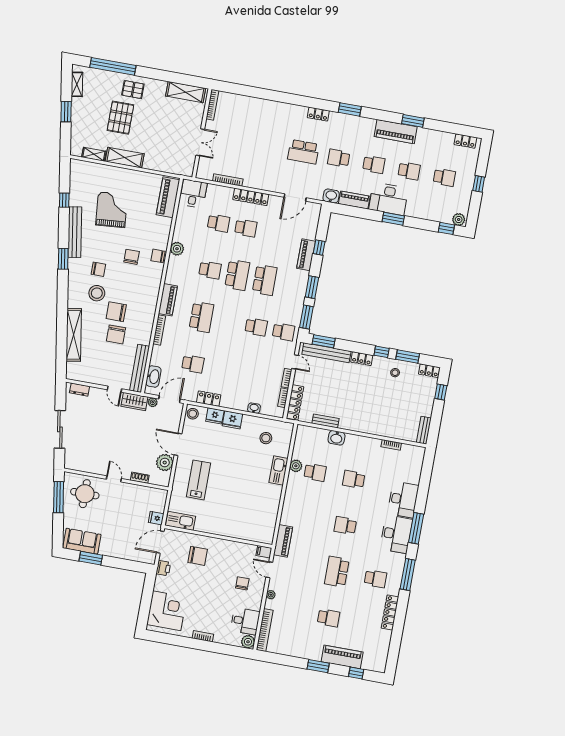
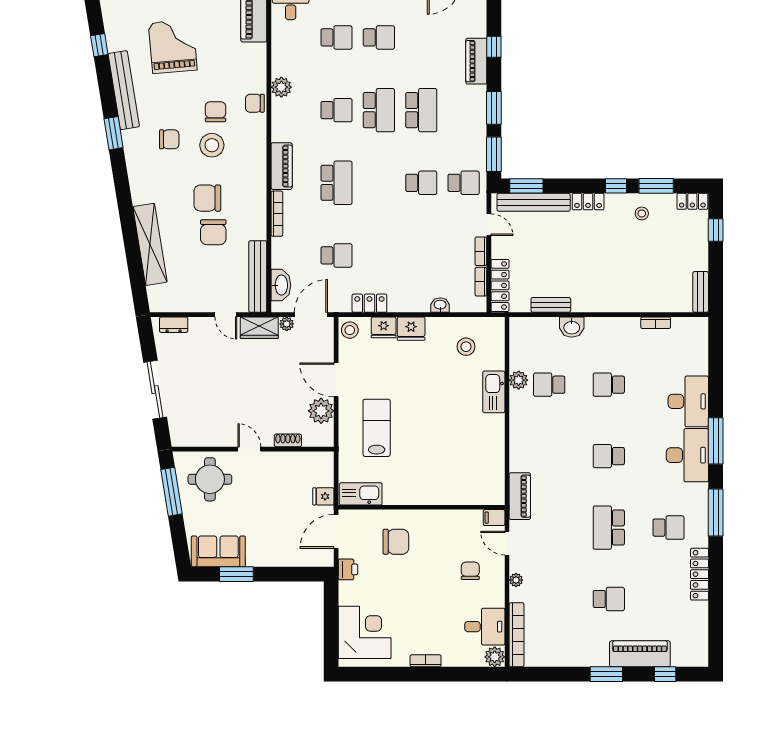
stool: (97, 293) -> (212, 145), moved
school desk: (315, 472) -> (549, 385), turned 180

